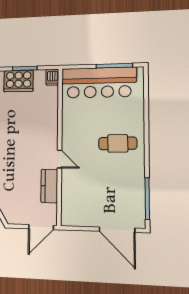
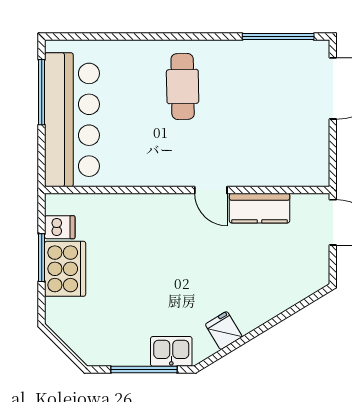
dishwasher: (52, 77) -> (60, 227), moved
door: (60, 159) -> (211, 190), swing flipped

